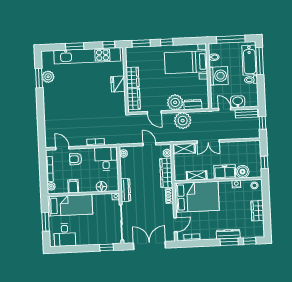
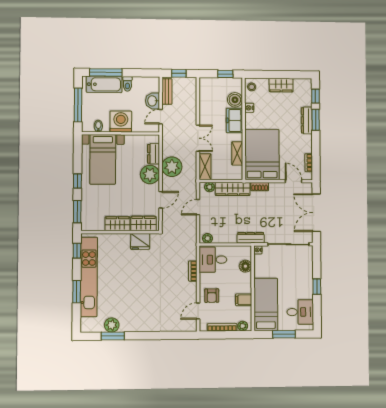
fridge: (118, 84) -> (140, 241), moved
window: (106, 247) -> (317, 287), moved

